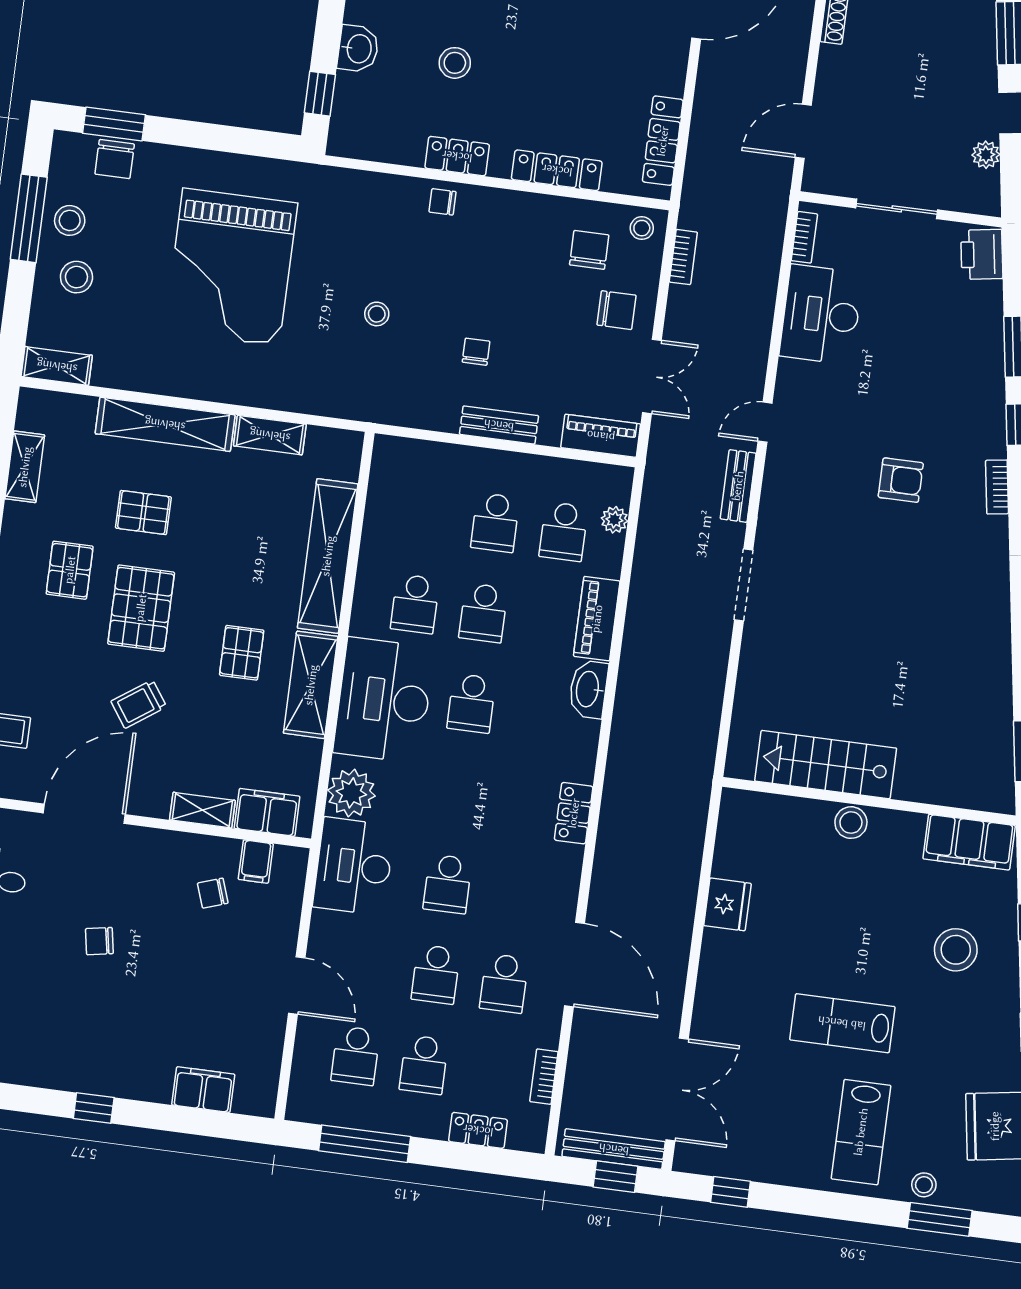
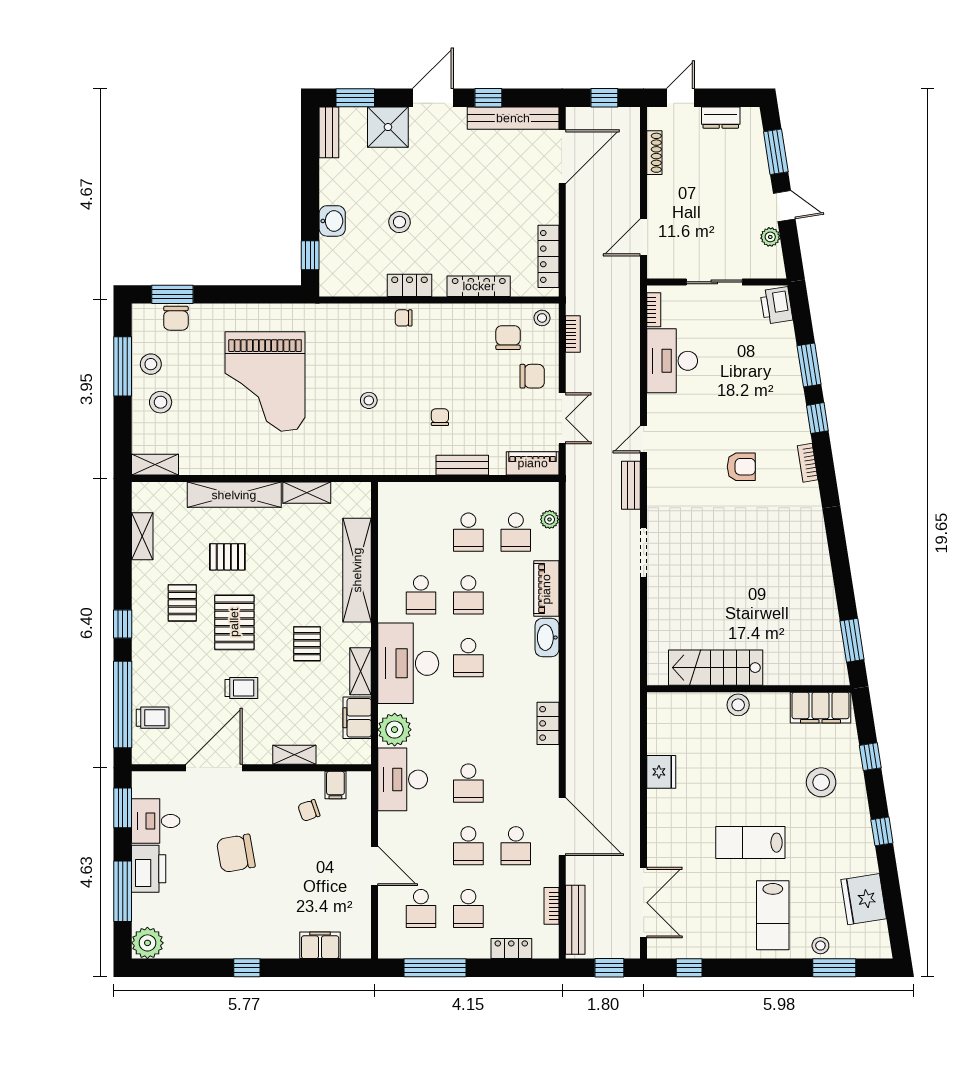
shelving: (311, 685) -> (361, 671), width x0.67, depth x0.75
trolley: (139, 704) -> (241, 688), turned -145
filing cabinet: (267, 812) -> (357, 718), moved, turned -90
chair: (99, 941) -> (236, 853), width x1.87, depth x1.87
bench: (614, 1149) -> (575, 920), moved, turned 90

